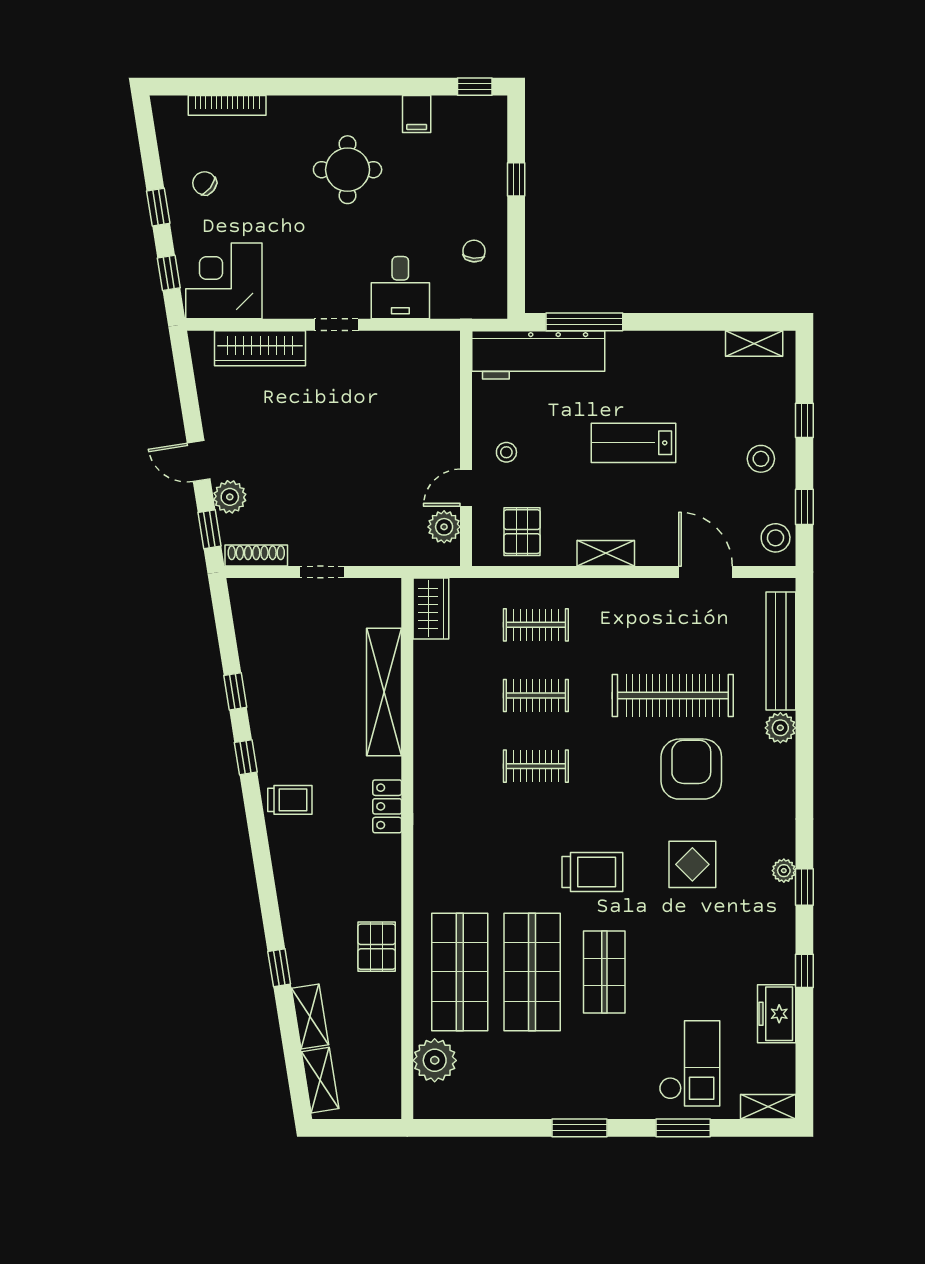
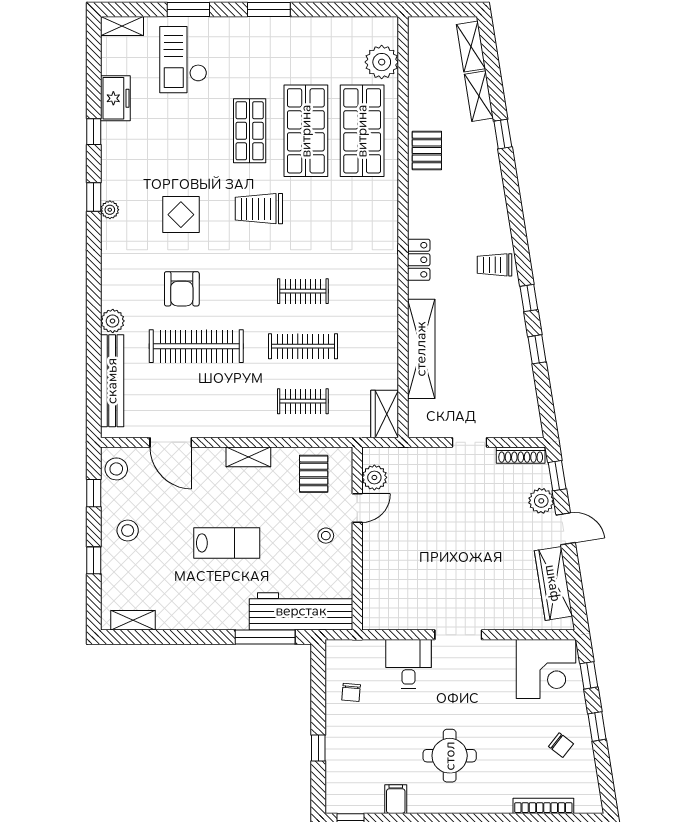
doorway: (336, 325) -> (458, 635), width x1.38
wardrobe: (260, 348) -> (553, 583), moved, turned -99
clothes rail: (536, 695) -> (303, 346), width x1.36
armchair: (691, 769) -> (182, 289), width x0.73, depth x0.73

